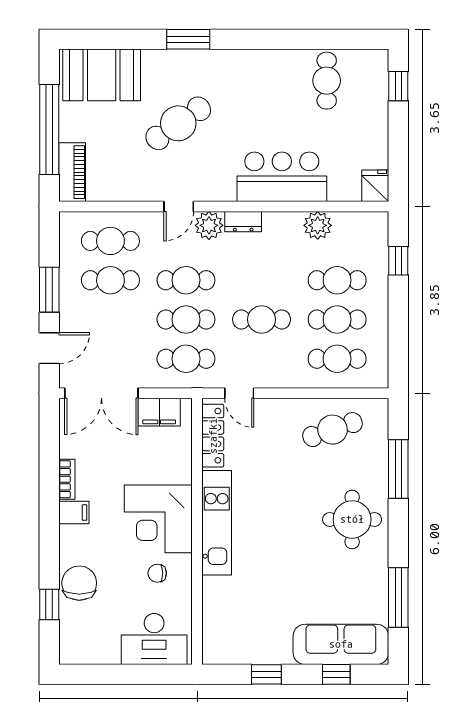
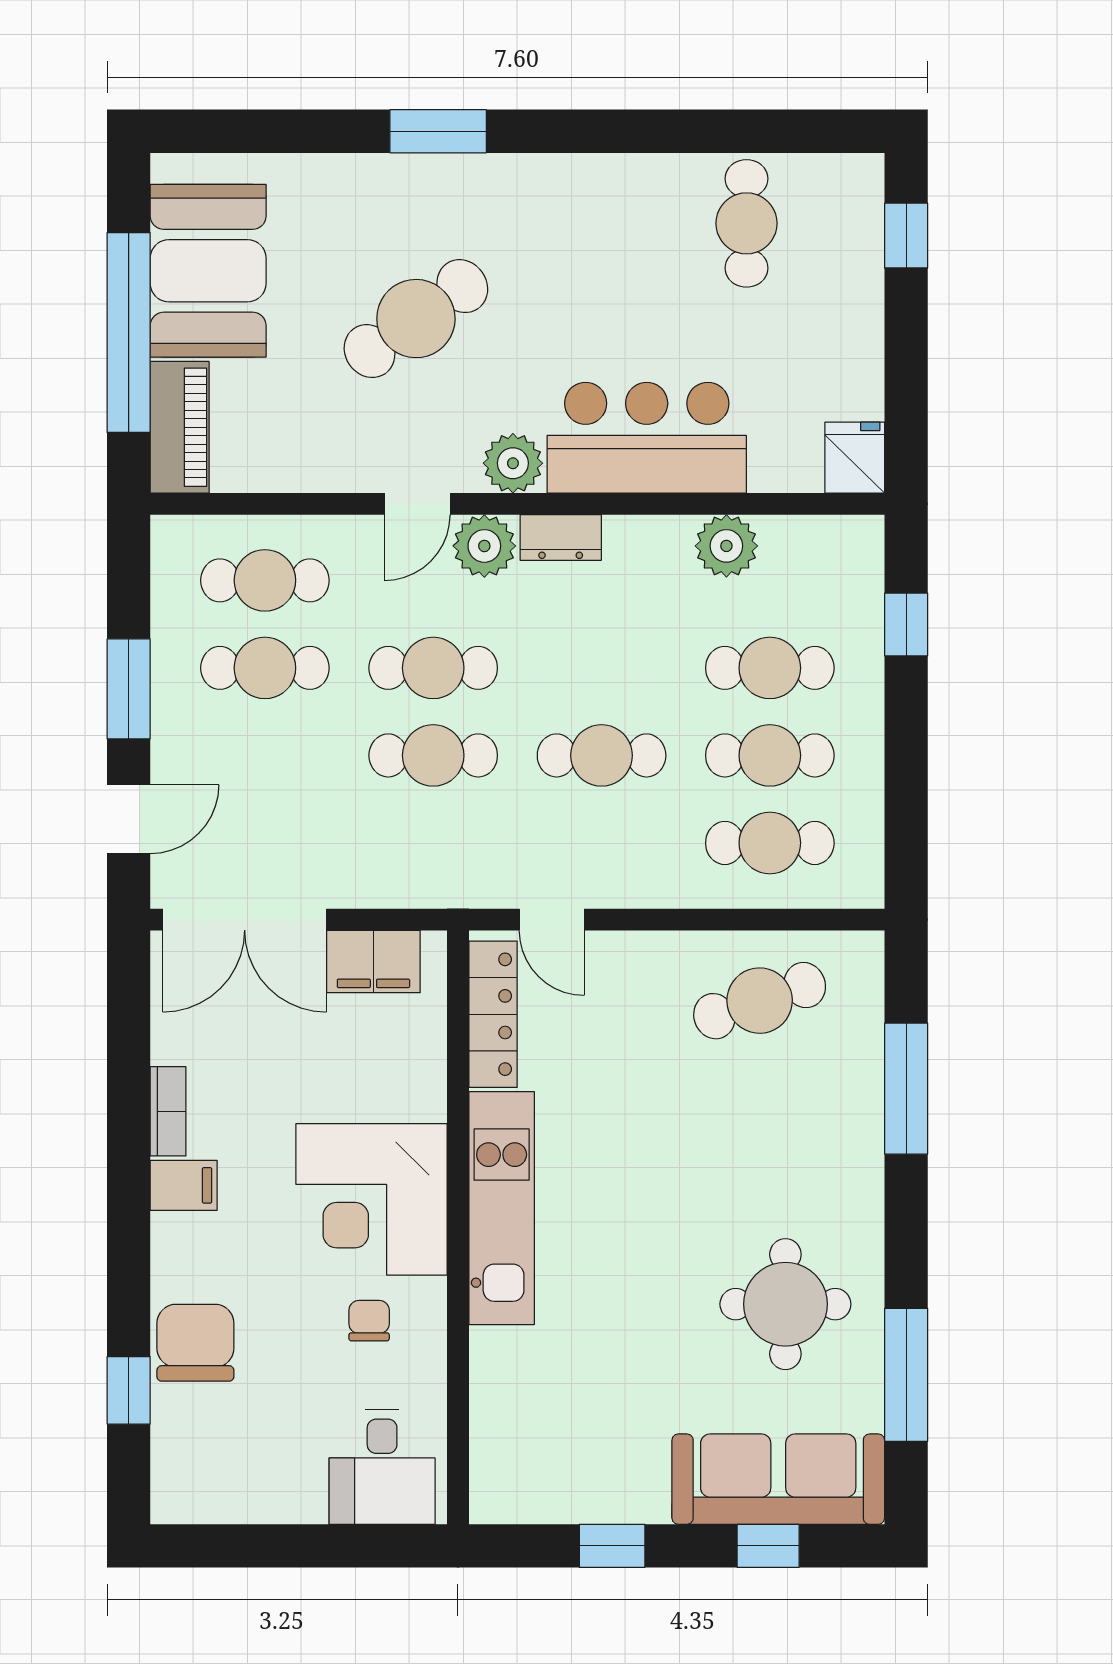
booth: (102, 75) -> (208, 271), moved, turned 90
plant: (222, 188) -> (513, 463), added
cafe table: (186, 359) -> (433, 843), removed
round table: (352, 519) -> (785, 1304), moved
chair: (157, 573) -> (369, 1321), turned 90
desk: (154, 639) -> (382, 1467), width x0.73

